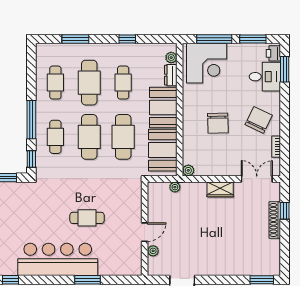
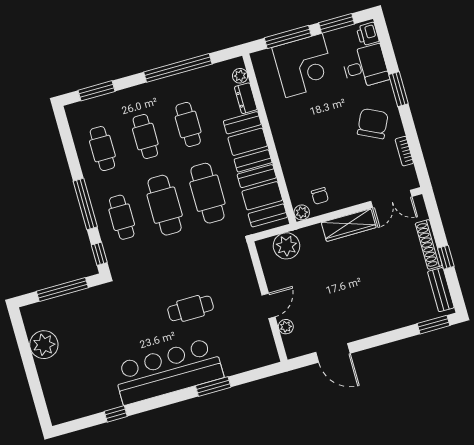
window: (75, 39) -> (97, 91), moved
window: (127, 39) -> (178, 68), width x3.17
corner desk: (207, 63) -> (304, 65), moved
window: (285, 69) -> (399, 89), moved
cafe table: (89, 83) -> (145, 137), width x0.73, depth x0.74
chair: (218, 123) -> (320, 196), moved, width x0.54, depth x0.54
double door: (257, 179) -> (391, 199), swing flipped
plant: (175, 187) -> (286, 246), width x1.87, depth x1.87
wardrobe: (220, 189) -> (349, 225), width x1.50
window: (285, 211) -> (446, 257), moved
bench: (274, 256) -> (441, 290), added

